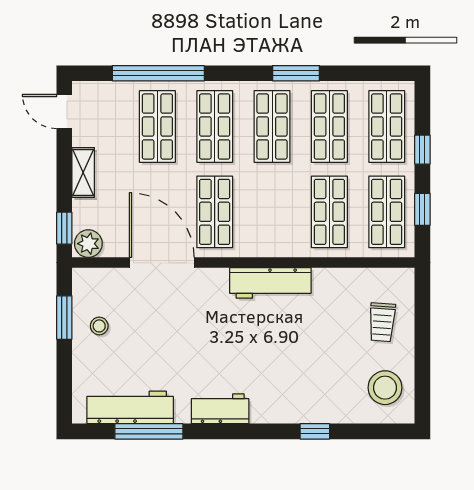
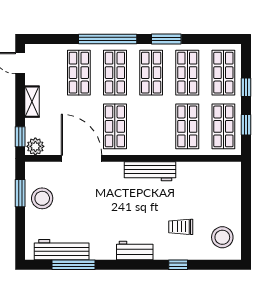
window: (158, 73) -> (108, 39), moved
trolley: (382, 322) -> (181, 227), moved, turned 86
stool: (99, 326) -> (42, 198), width x1.89, depth x1.89
workbench: (220, 409) -> (135, 251), moved

